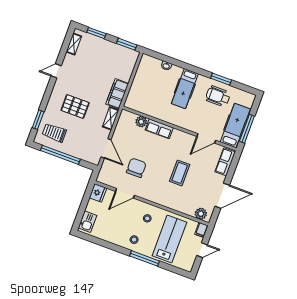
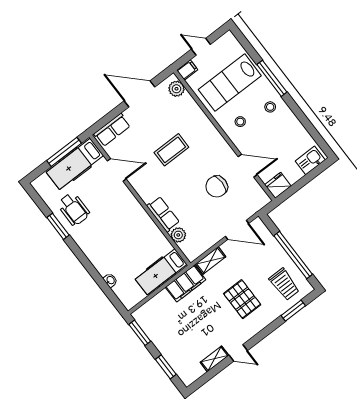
shelving: (74, 44) -> (214, 359), moved
hospital bed: (185, 89) -> (161, 272), moved, turned 180
door: (106, 148) -> (237, 230), swing flipped

